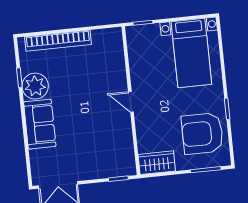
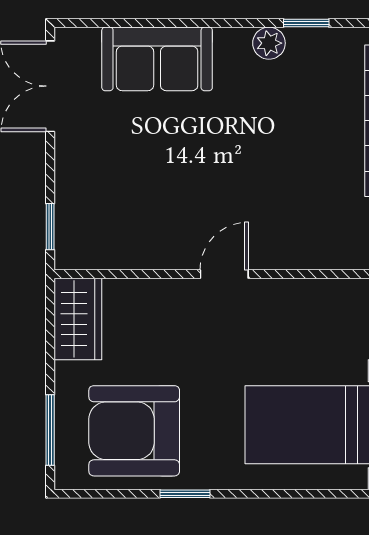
plant: (35, 86) -> (269, 43), width x0.53, depth x0.53
sofa: (40, 124) -> (157, 59), moved
armchair: (202, 134) -> (134, 431), turned -90

